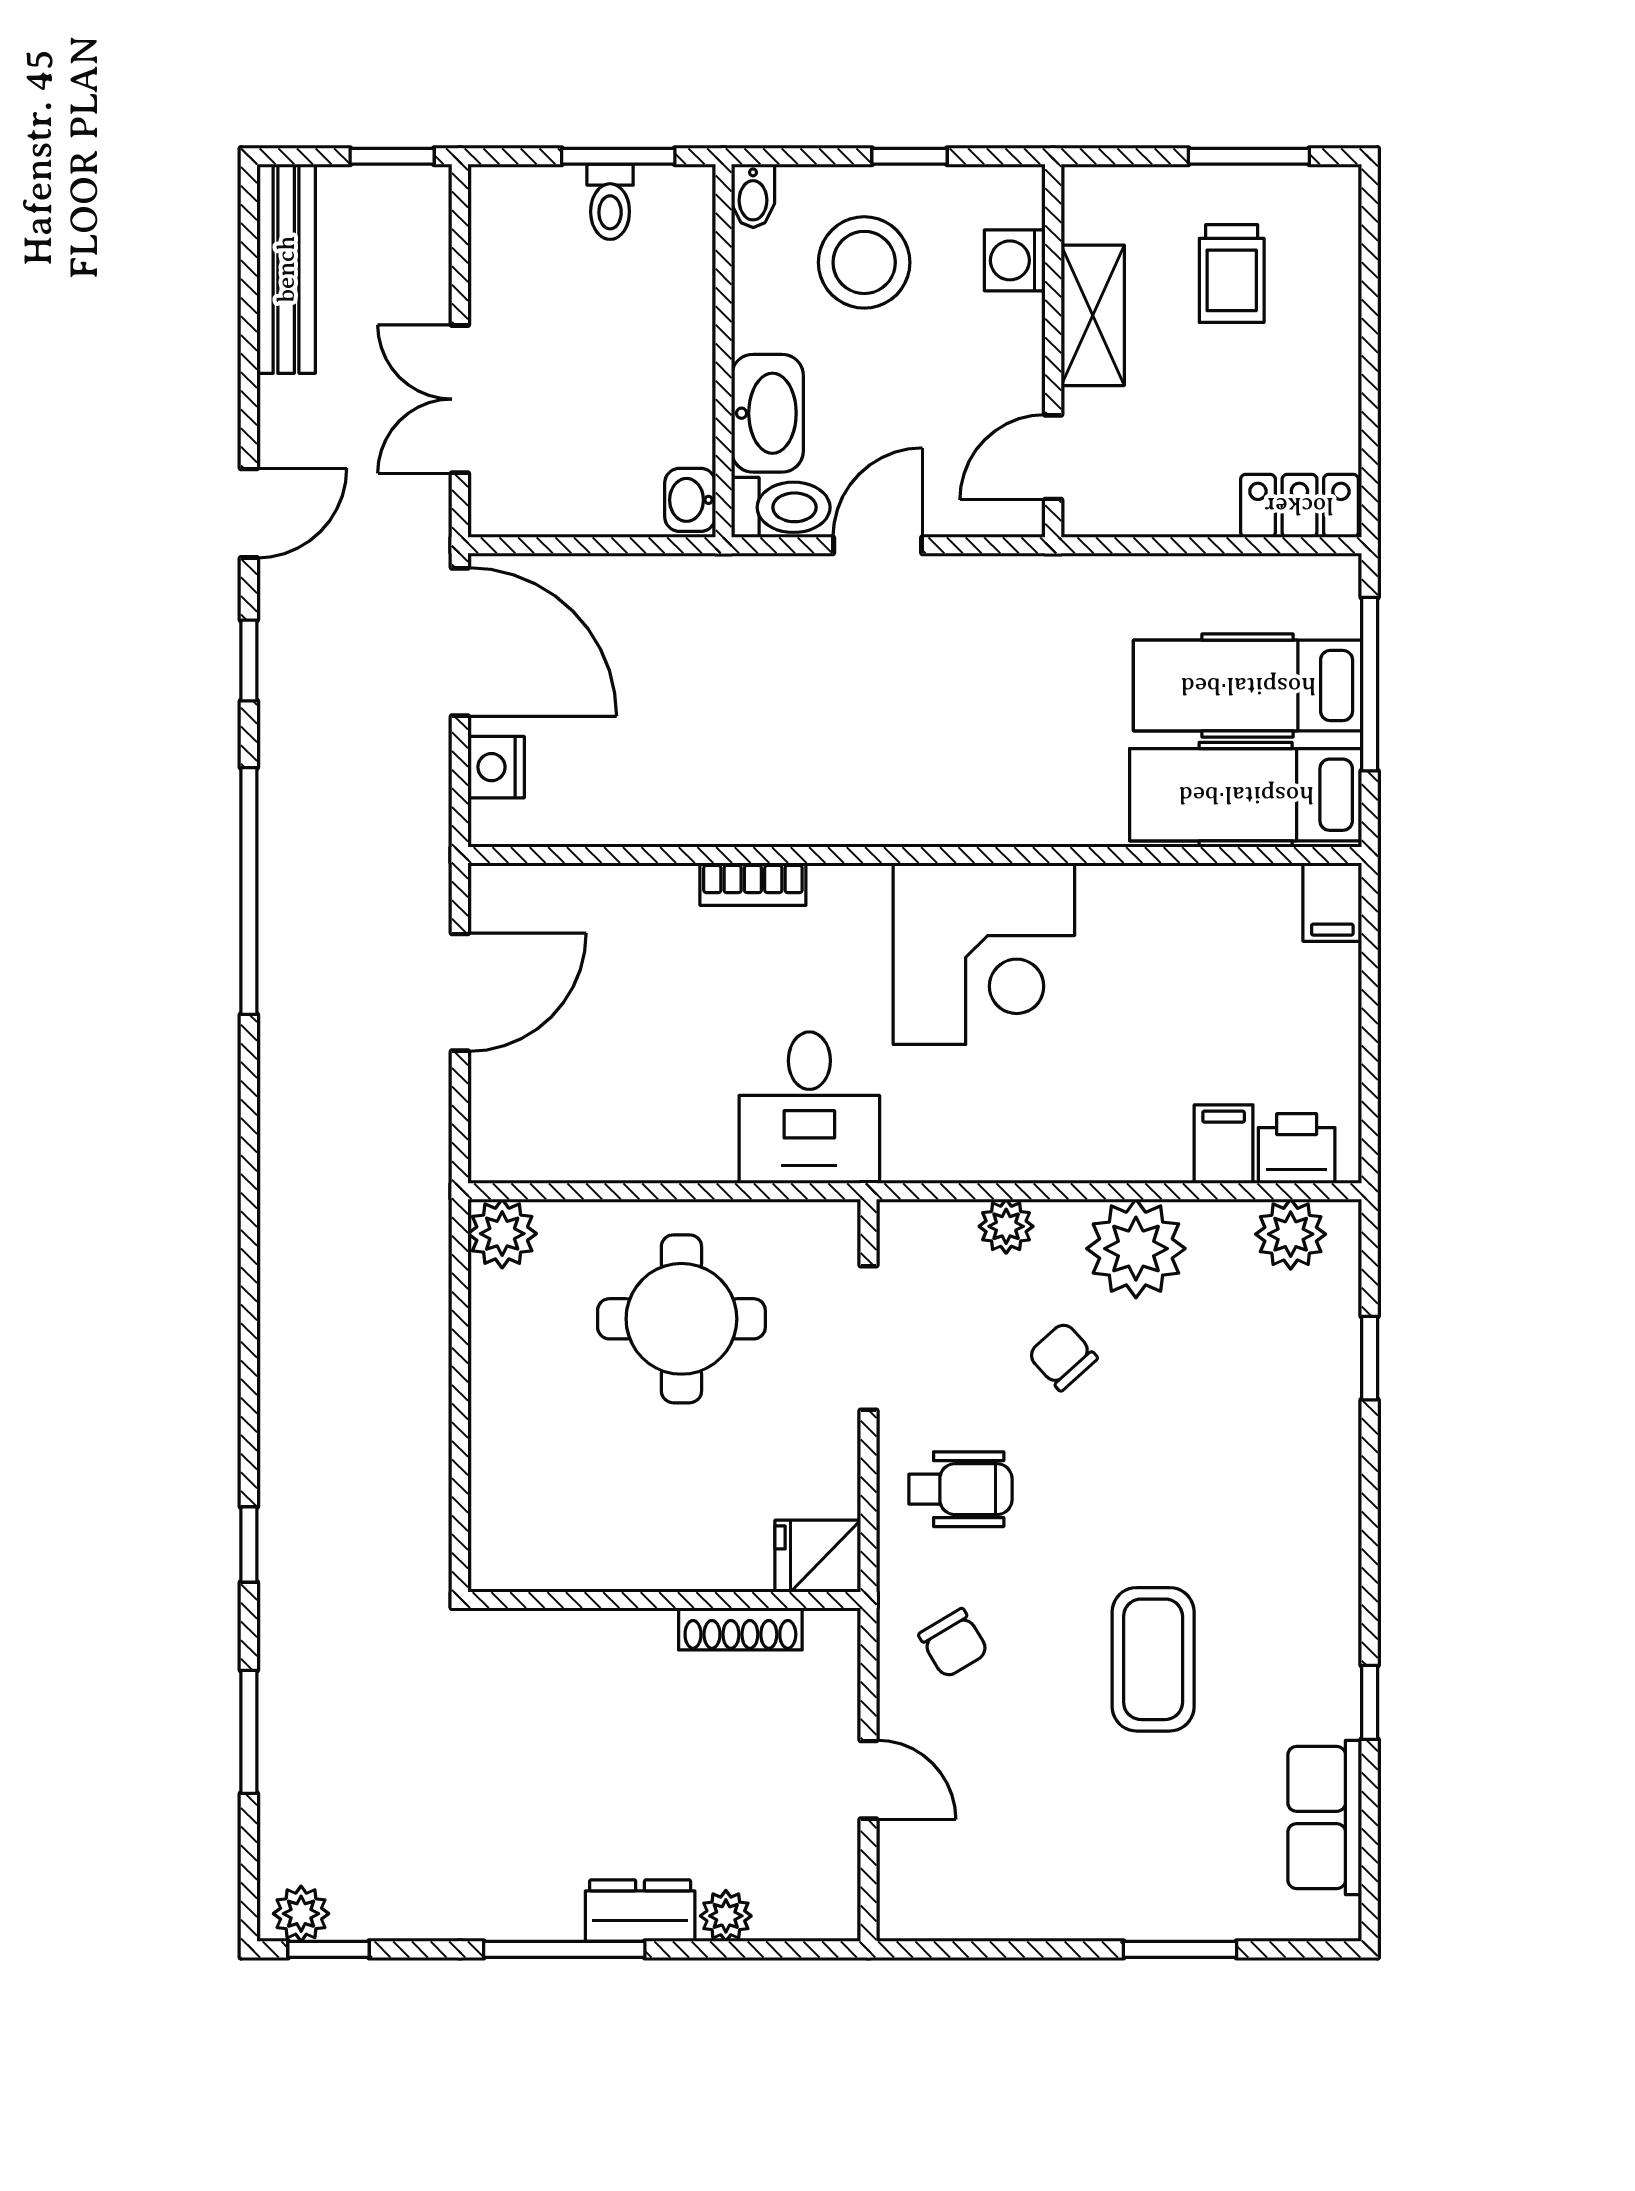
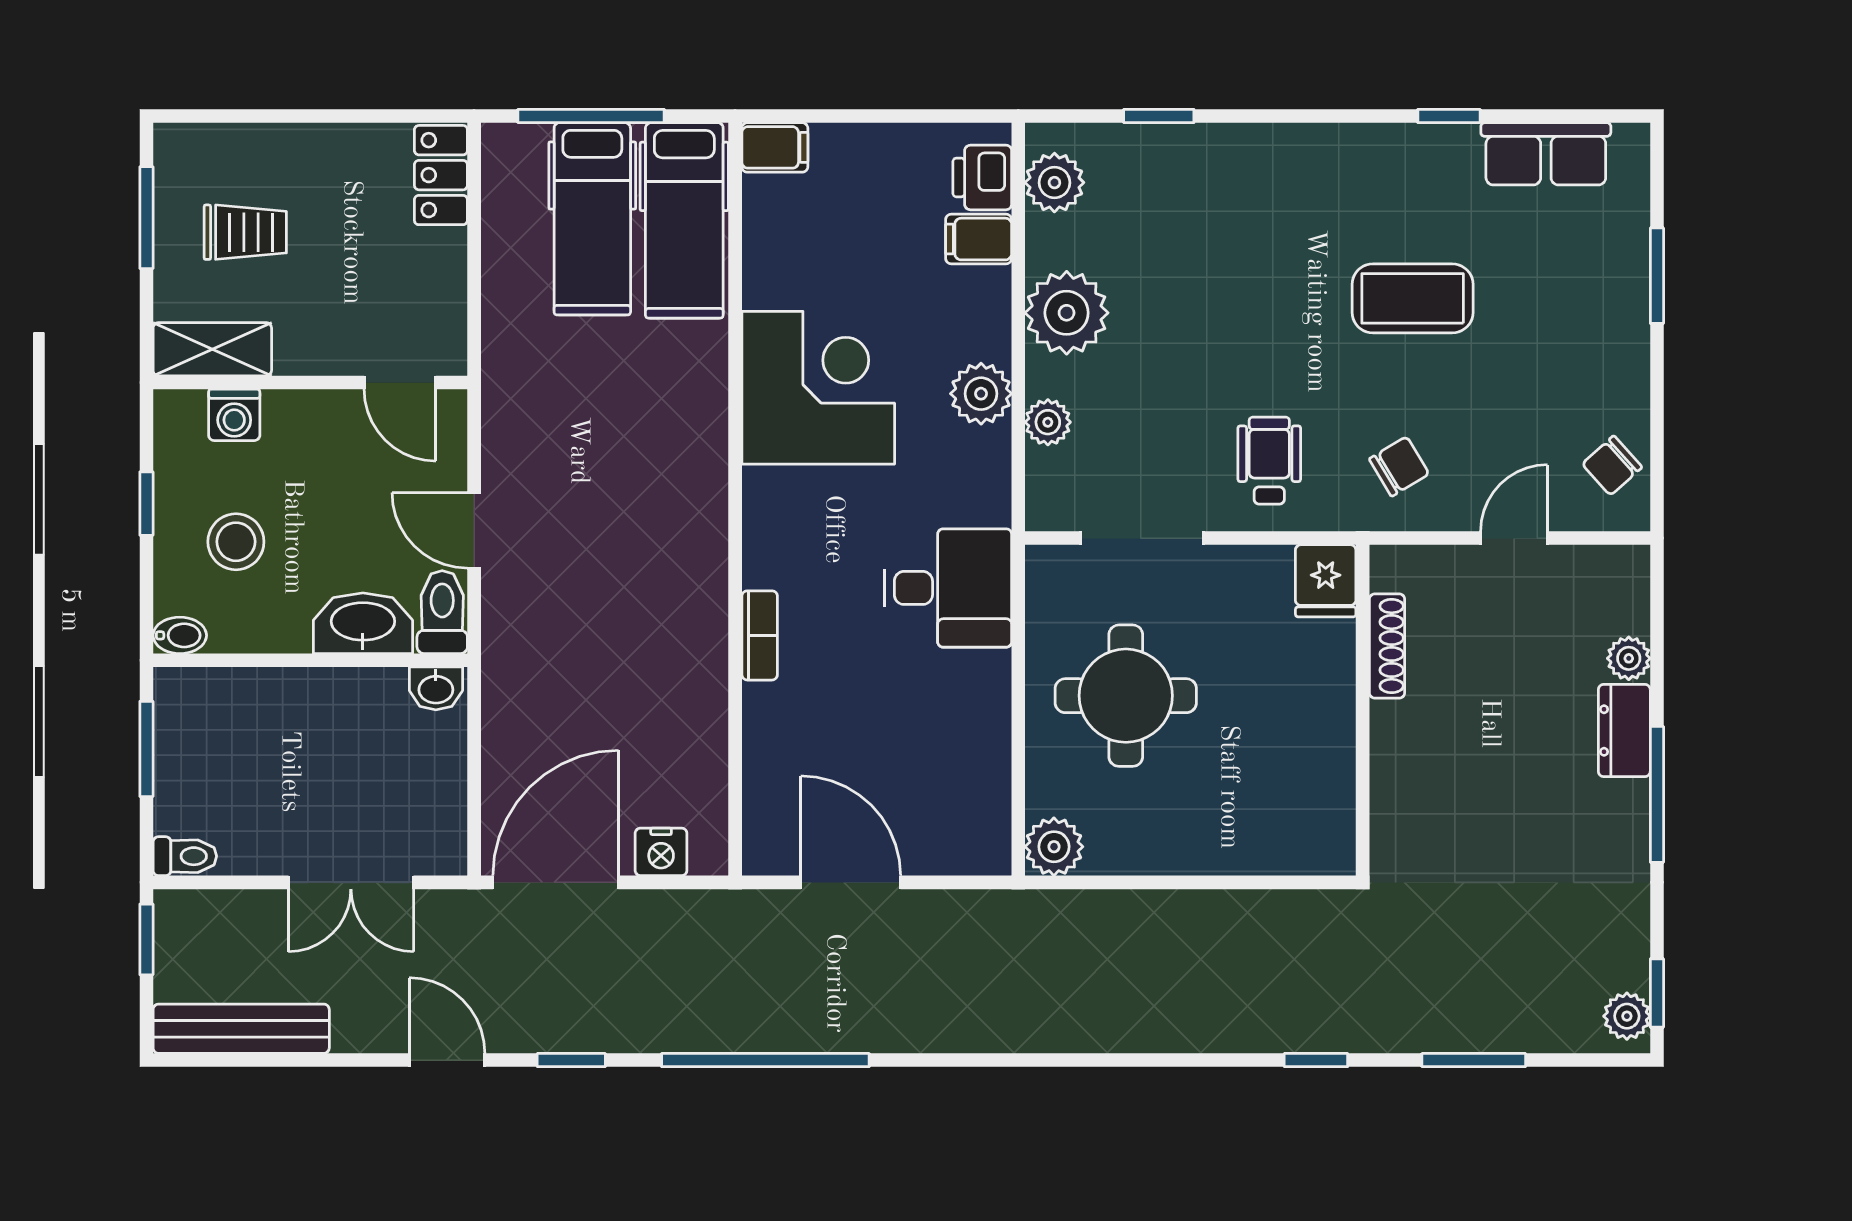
toilet: (610, 202) -> (185, 856), moved
stool: (864, 262) -> (236, 542), width x0.73, depth x0.73
shelving: (1093, 315) -> (212, 349), moved
corner desk: (984, 954) -> (818, 388), moved
plant: (1040, 1147) -> (981, 394), added
chair: (1063, 1356) -> (1612, 466), moved

